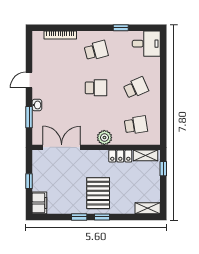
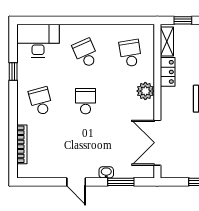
desk: (146, 44) -> (38, 41), width x1.37

